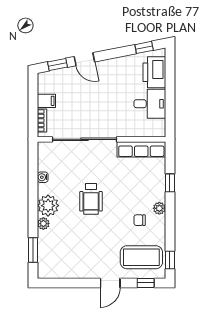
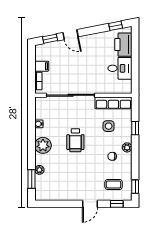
side table: (135, 180) -> (109, 126), added
plant: (43, 224) -> (39, 170), moved
coffee table: (141, 257) -> (114, 184), width x0.54, depth x0.58

